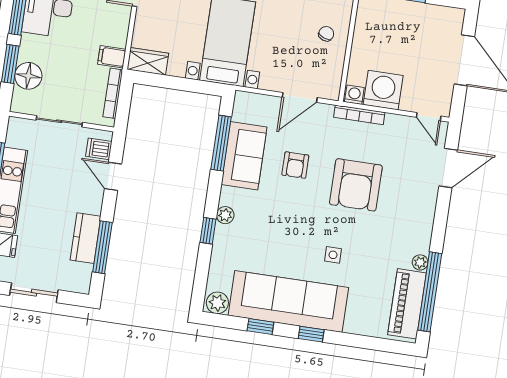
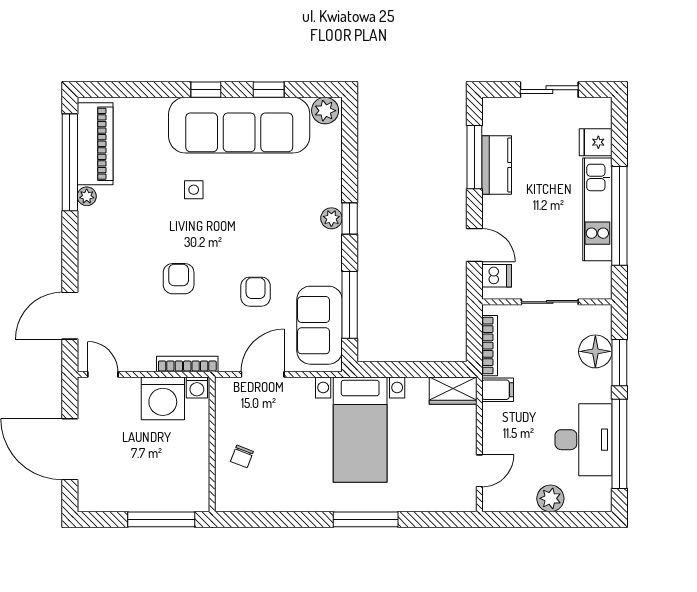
sofa: (244, 156) -> (319, 325), moved
armchair: (356, 185) -> (179, 279), width x0.53, depth x0.53
window: (208, 231) -> (350, 219), moved

